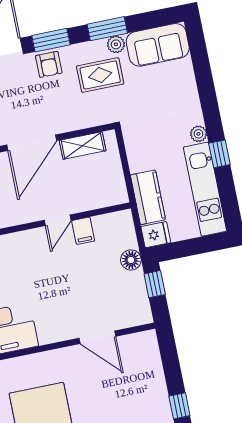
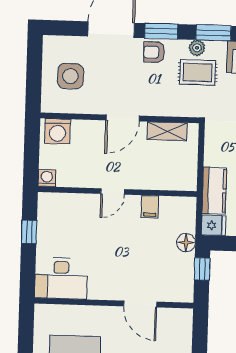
plant: (116, 44) -> (197, 48), moved
armchair: (49, 64) -> (154, 52), turned 90
door: (32, 143) -> (123, 118), width x0.73
door: (58, 220) -> (113, 191), moved

